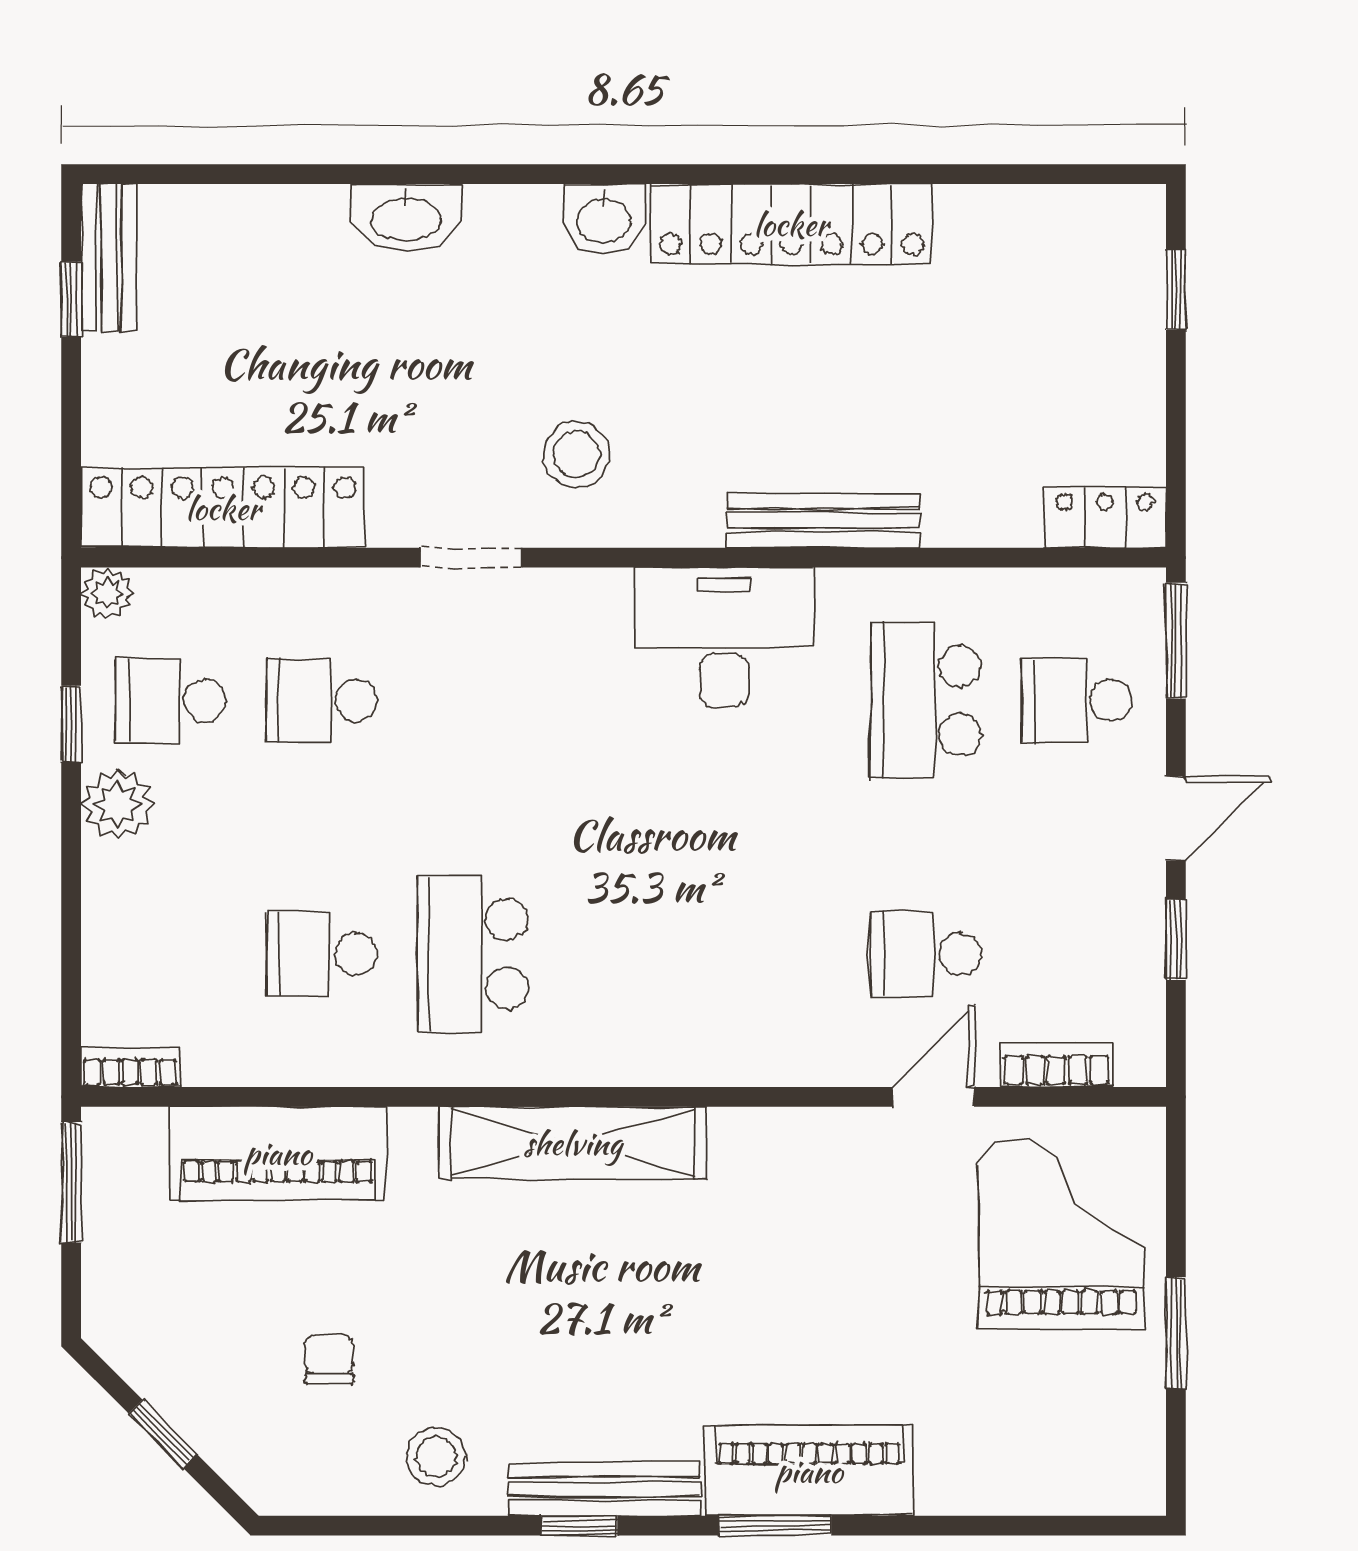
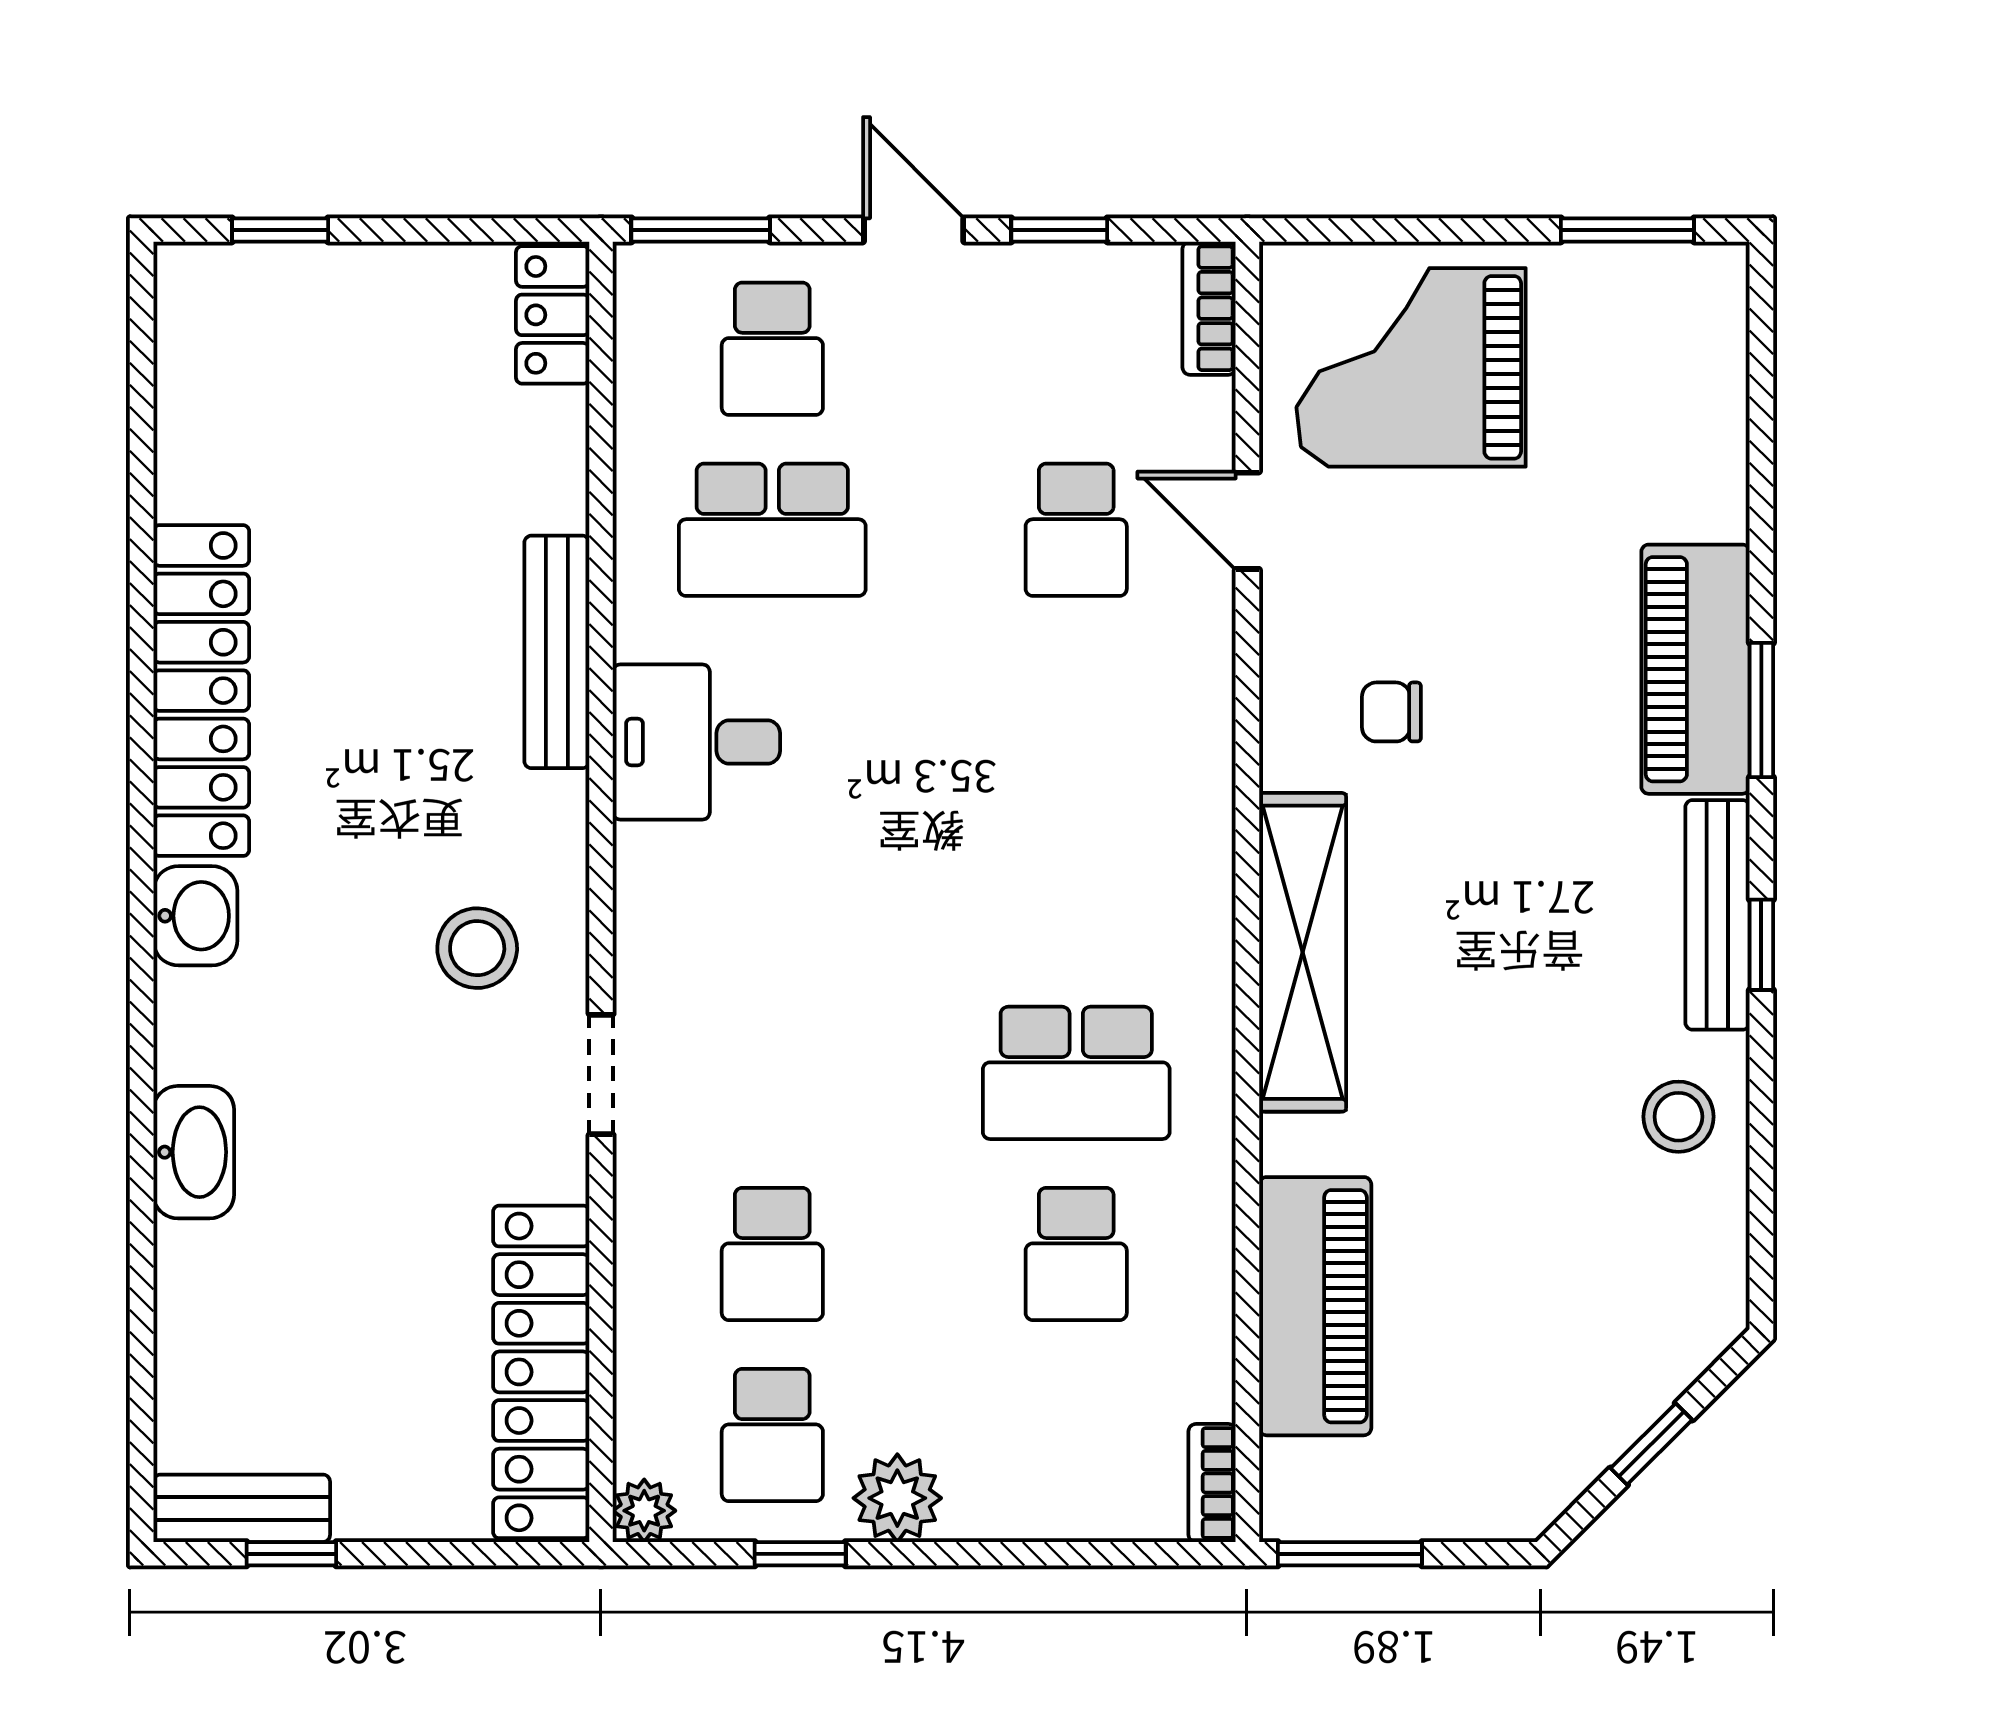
desk: (724, 637) -> (696, 742), width x0.73
bookcase: (1056, 1065) -> (1209, 308), moved
window: (1176, 1333) -> (1627, 230), moved
chair: (329, 1359) -> (1391, 712), moved

